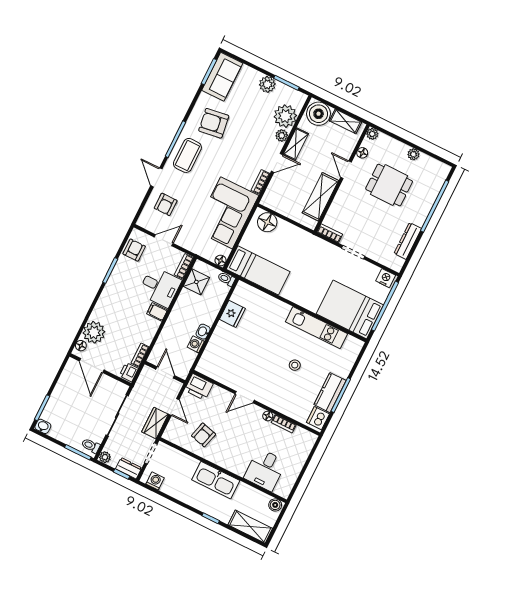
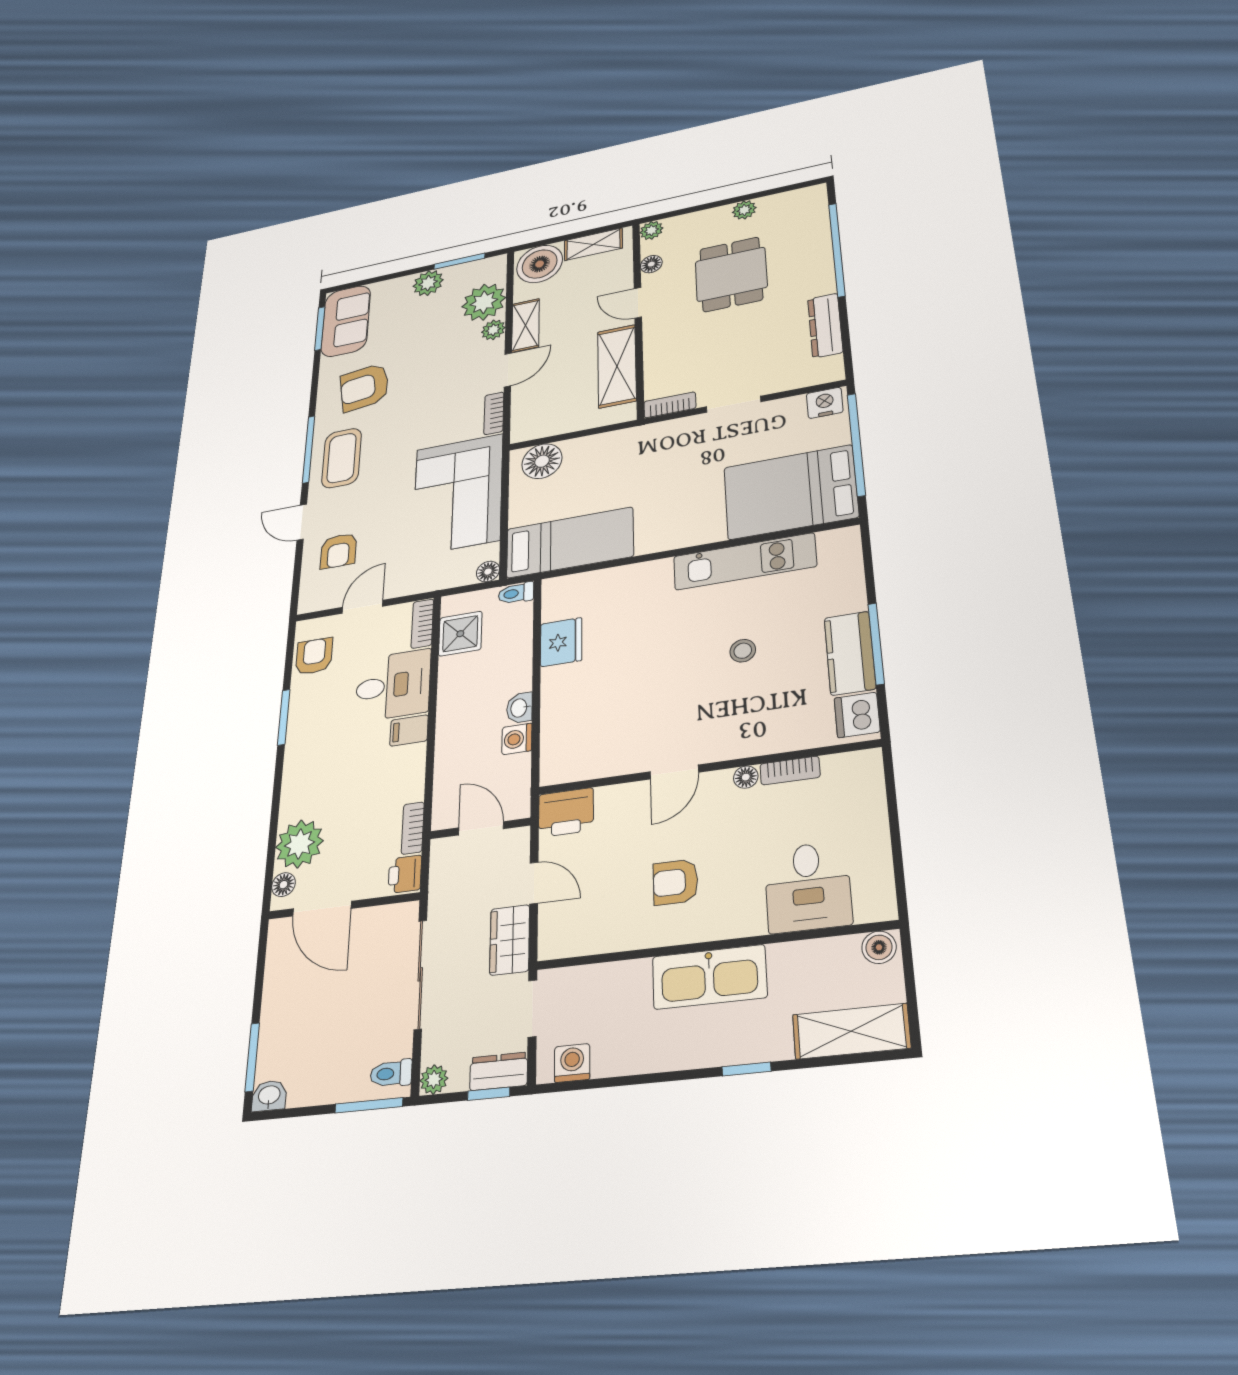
dining table: (389, 185) -> (731, 274), turned 90
armchair: (203, 435) -> (675, 882), moved, turned 75

